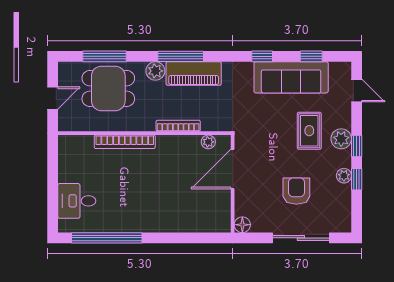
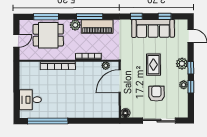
rug: (309, 131) -> (153, 65), moved

